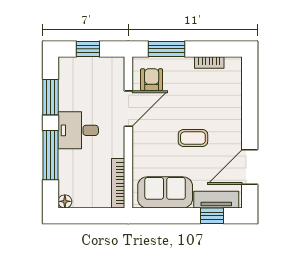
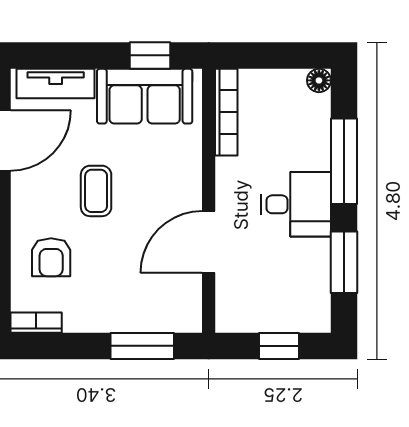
bookcase: (209, 62) -> (36, 323), moved
armchair: (152, 80) -> (51, 257), moved
coffee table: (193, 138) -> (96, 191), turned 90
window: (212, 216) -> (150, 55), moved

